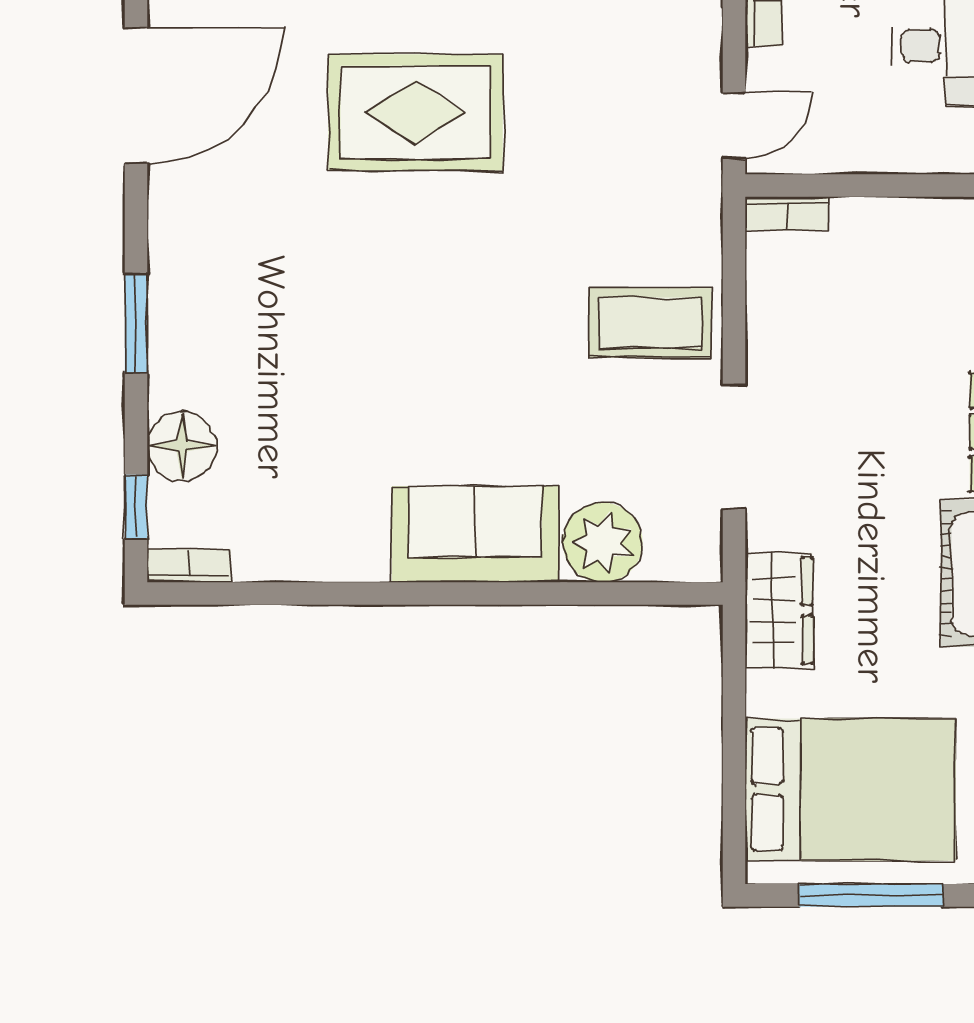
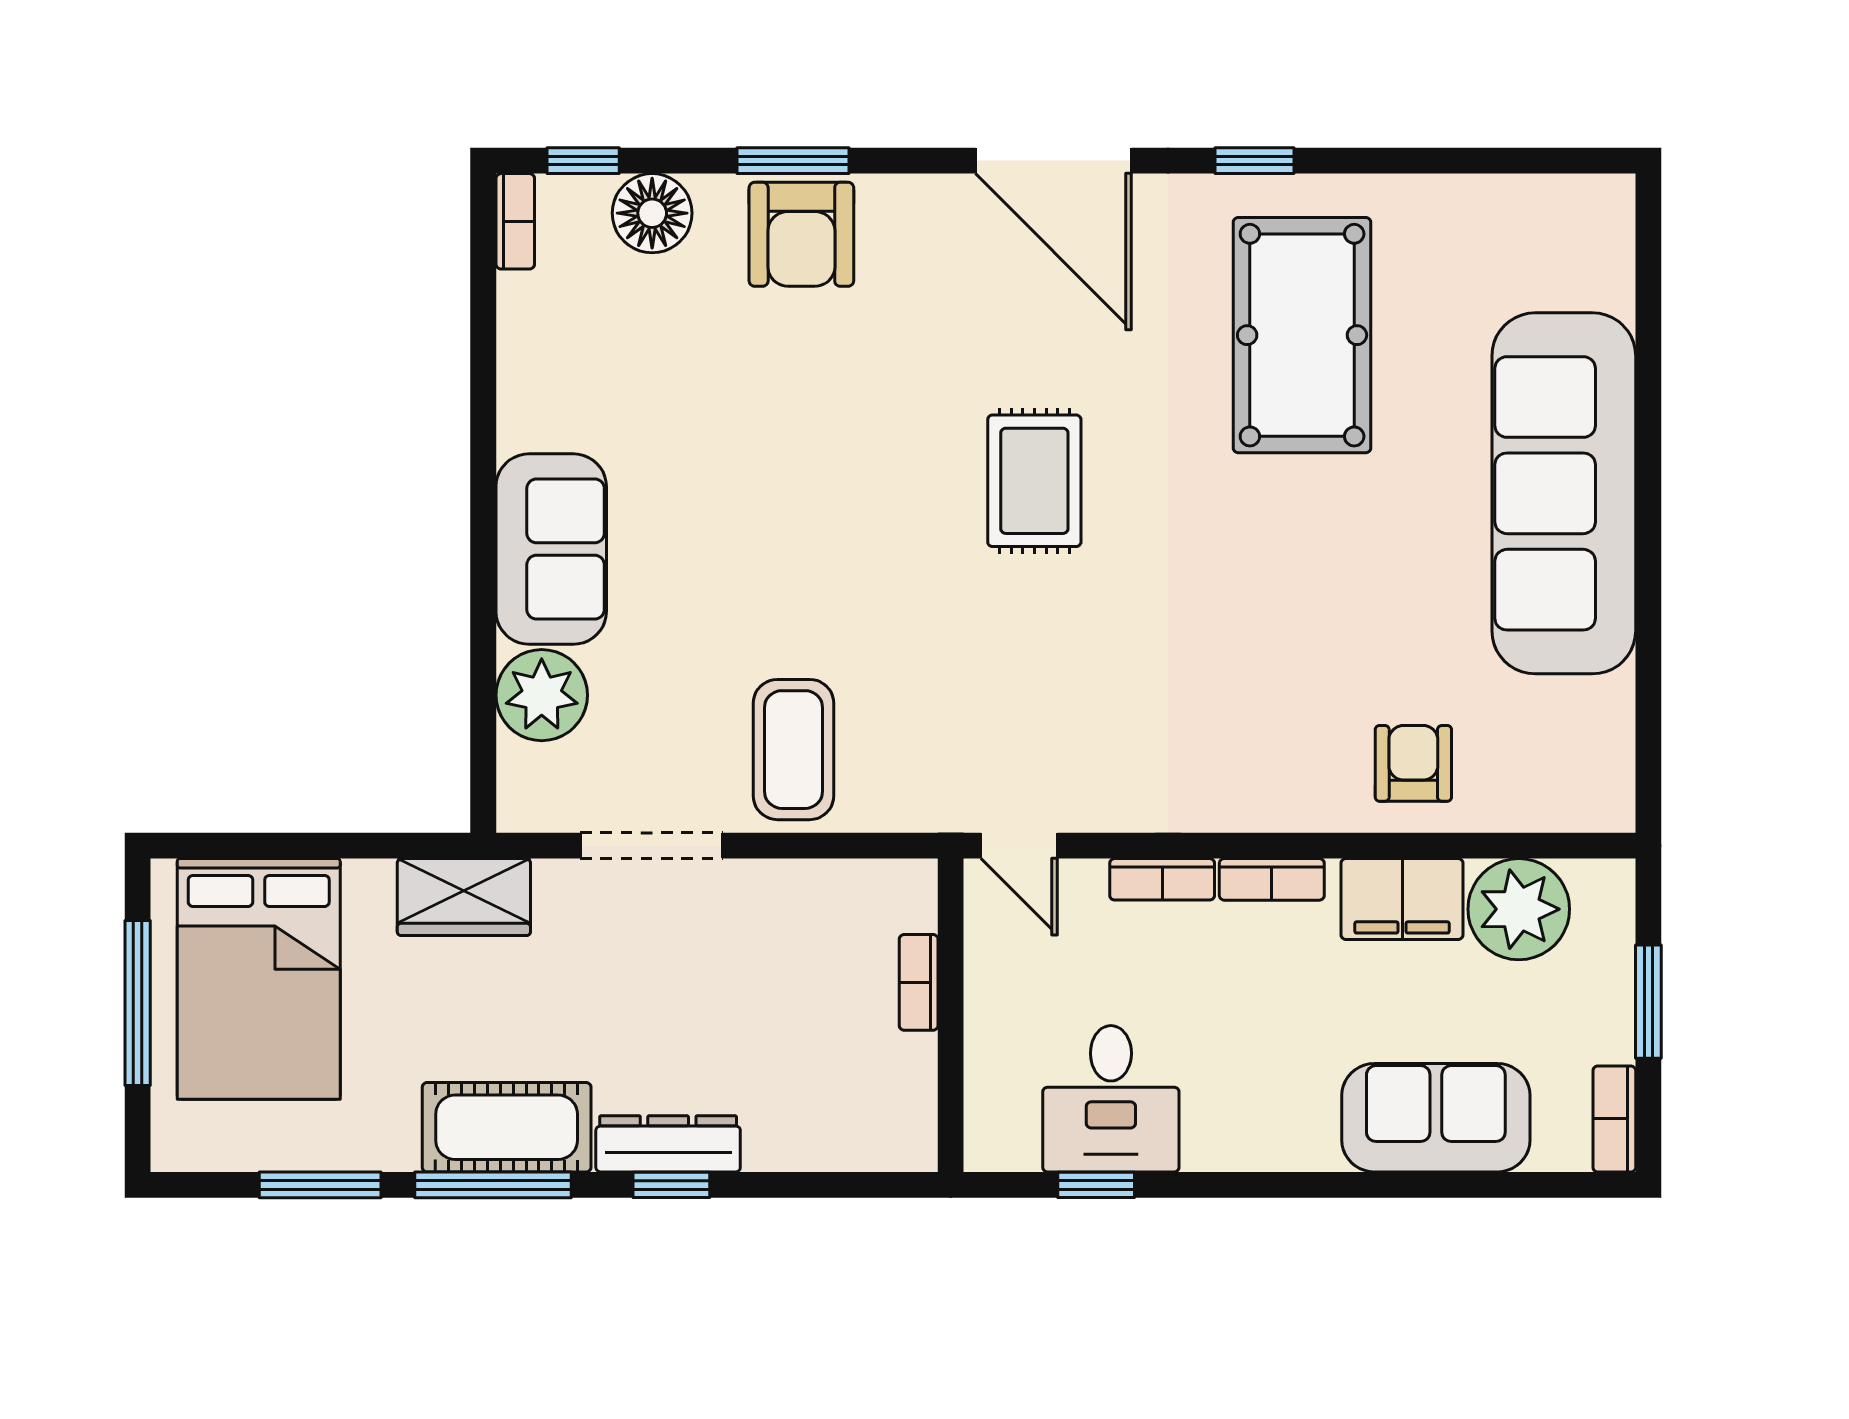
rug: (416, 112) -> (1034, 481), width x0.73, depth x0.70
bookcase: (787, 214) -> (919, 982), moved
armchair: (200, 316) -> (801, 234), added

